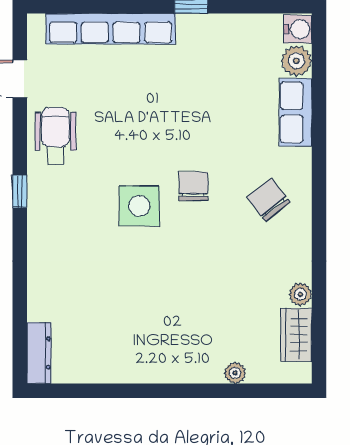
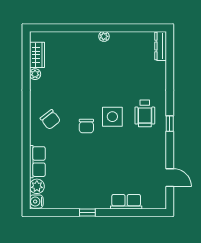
row of seats: (111, 29) -> (126, 202), width x0.50
wheelchair: (55, 136) -> (145, 113), moved
plant: (235, 373) -> (104, 36), moved

